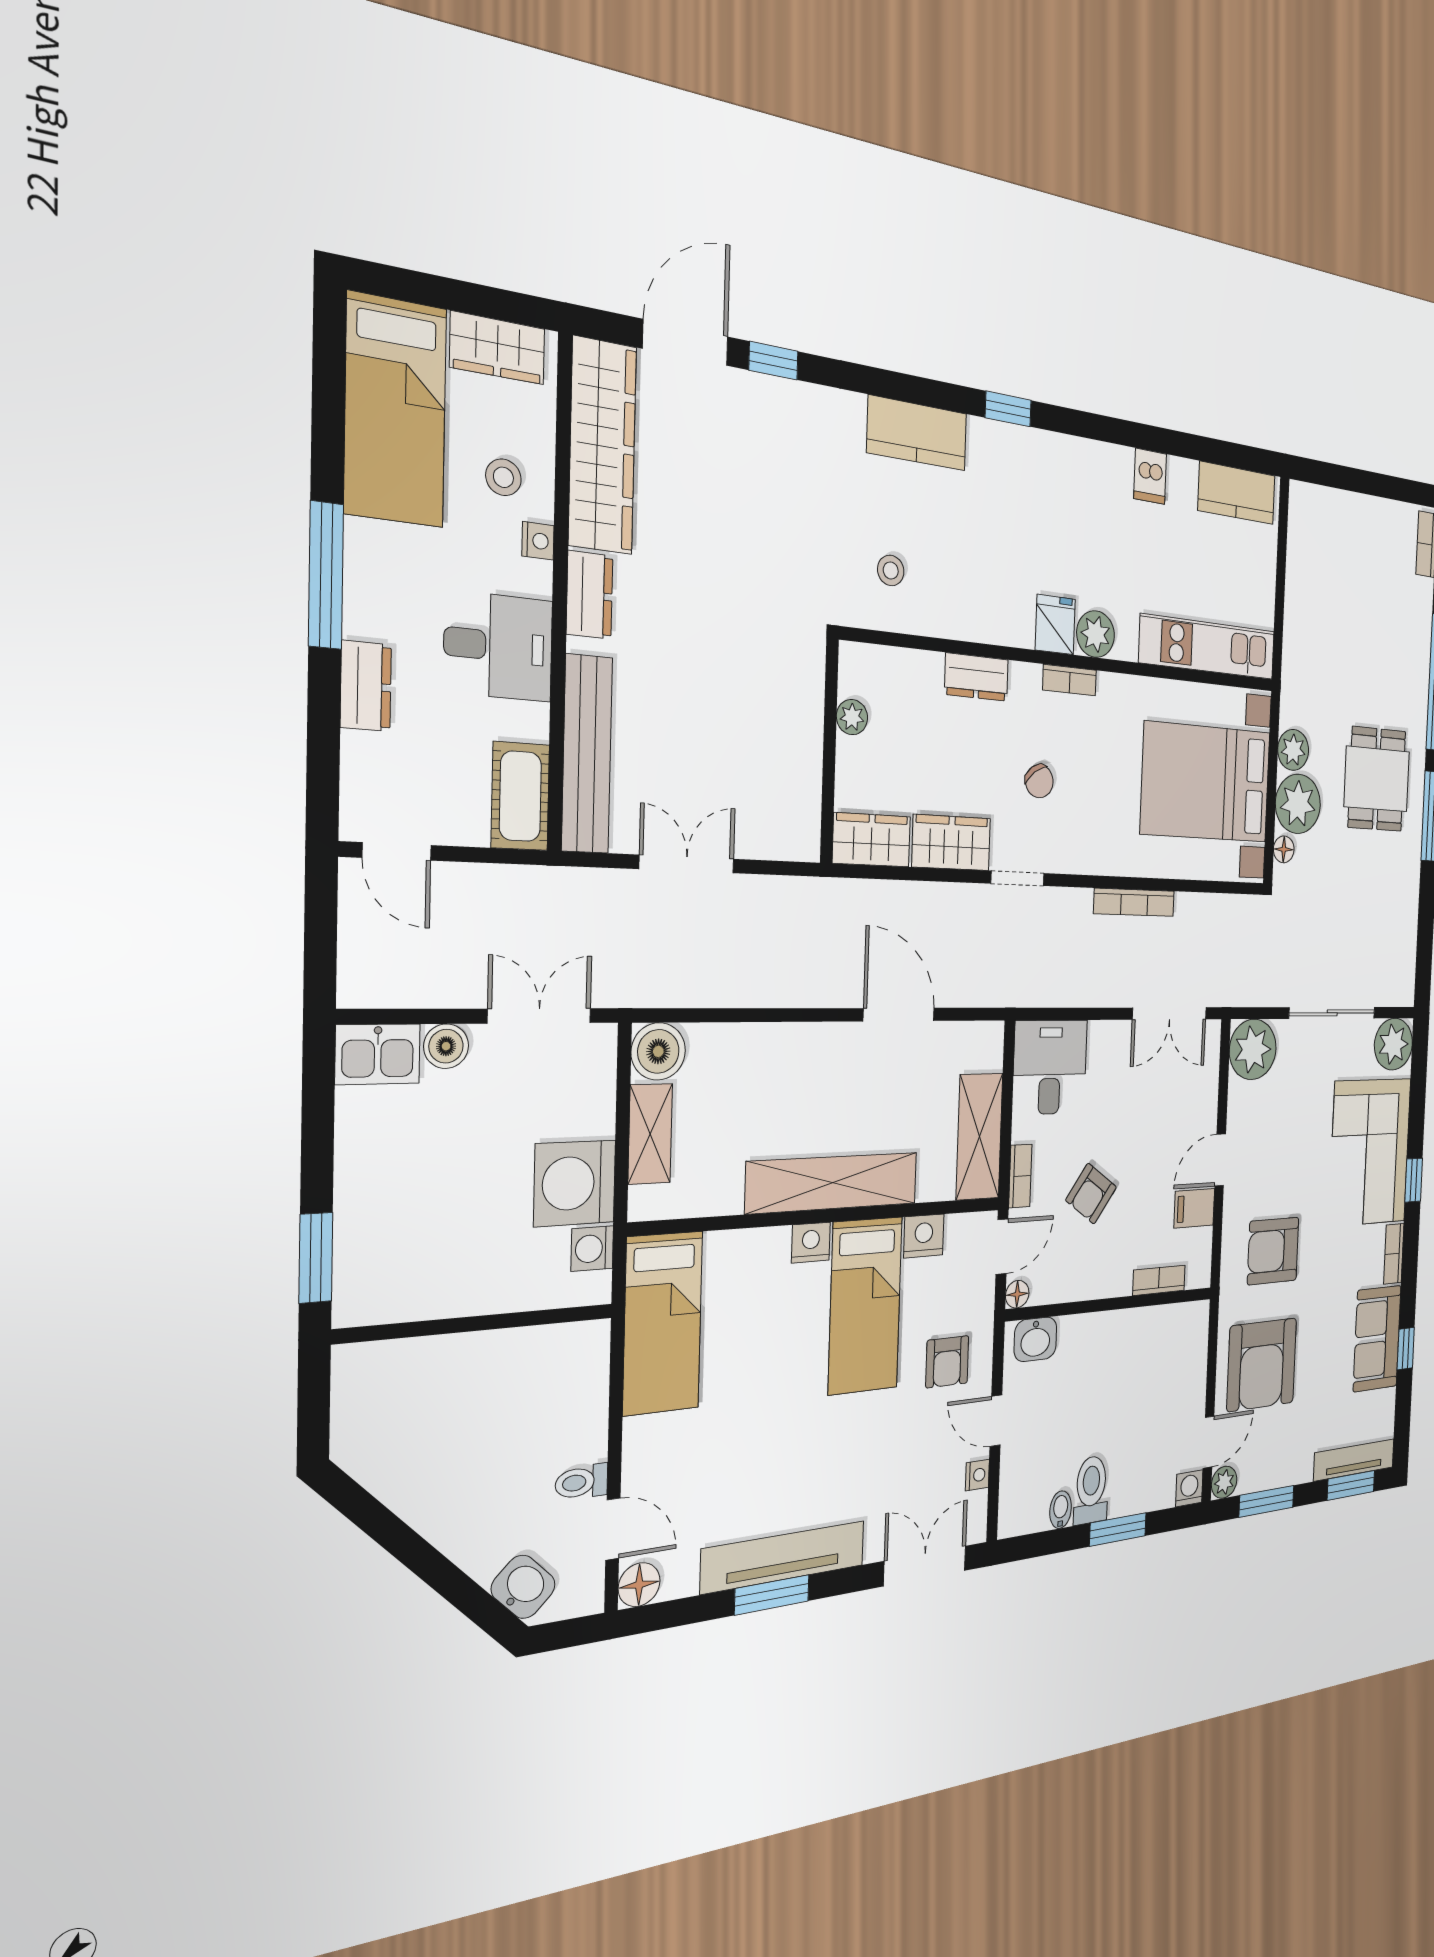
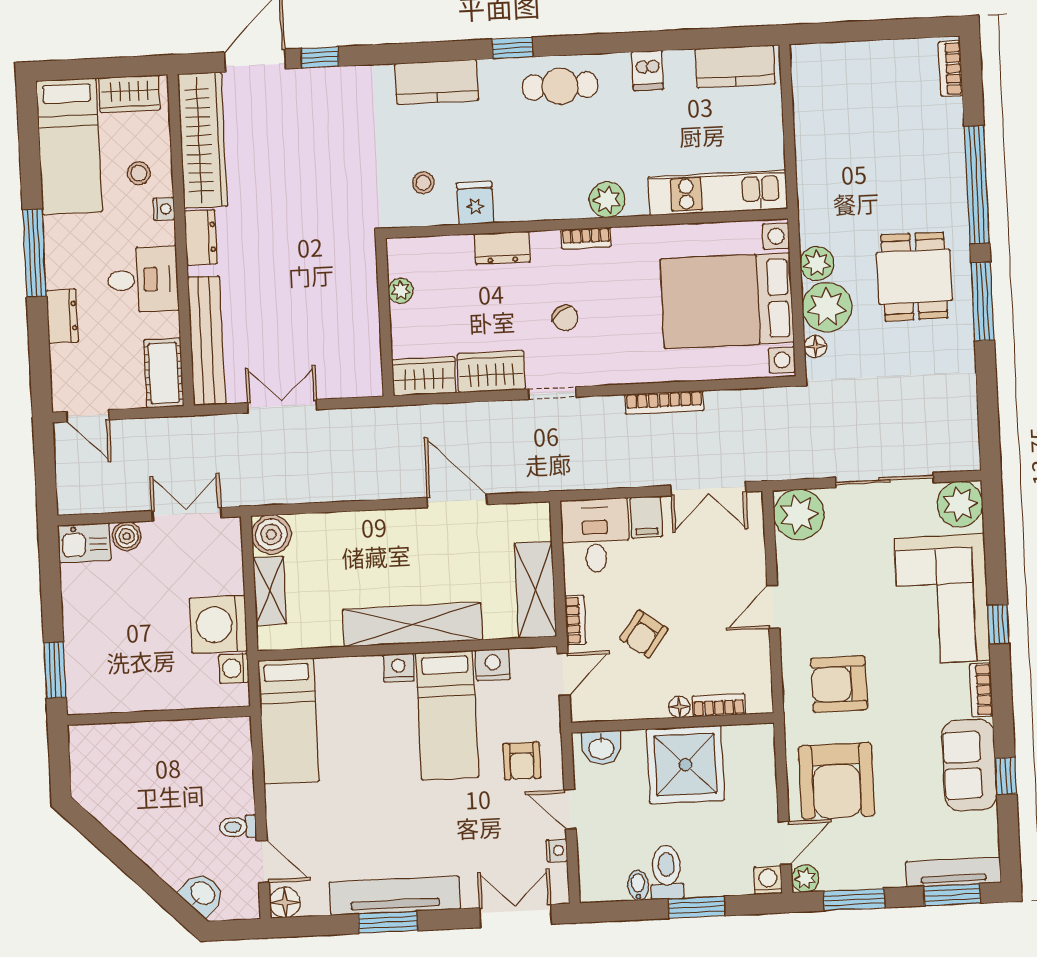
cafe table: (1057, 474) -> (560, 86), added
fridge: (1055, 625) -> (475, 203), moved
filing cabinet: (1194, 1208) -> (646, 517), moved, turned -90
floor lamp: (1017, 1294) -> (679, 707), moved
shower: (1120, 1355) -> (685, 765), added

